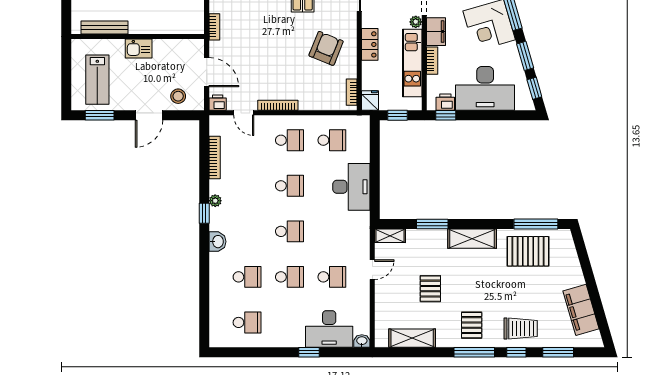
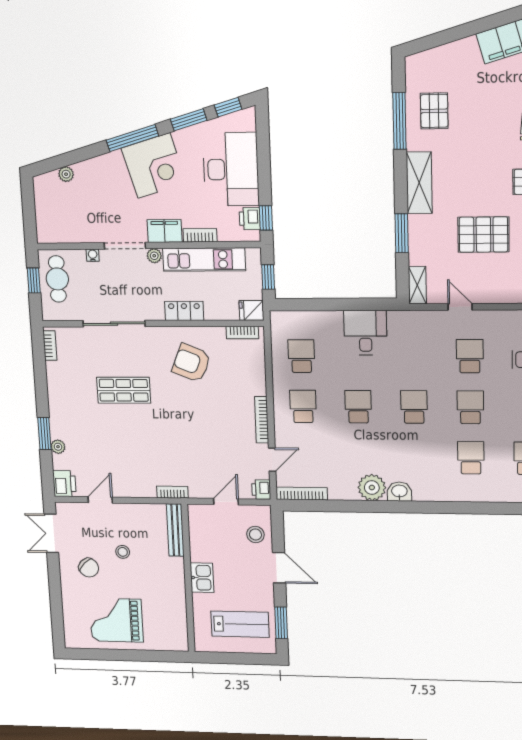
bench: (105, 28) -> (175, 530), moved
door: (207, 72) -> (226, 502), width x0.73
bookcase: (215, 158) -> (302, 494), moved
desk: (351, 187) -> (365, 333), width x0.73
plant: (215, 201) -> (372, 487), width x1.87, depth x1.87
window: (204, 213) -> (394, 507), removed
window: (536, 224) -> (399, 121), moved
washbasin: (217, 242) -> (399, 492), moved
pallet: (528, 251) -> (434, 111), width x0.67, depth x0.71
pallet: (430, 289) -> (483, 235), width x1.50, depth x1.42

